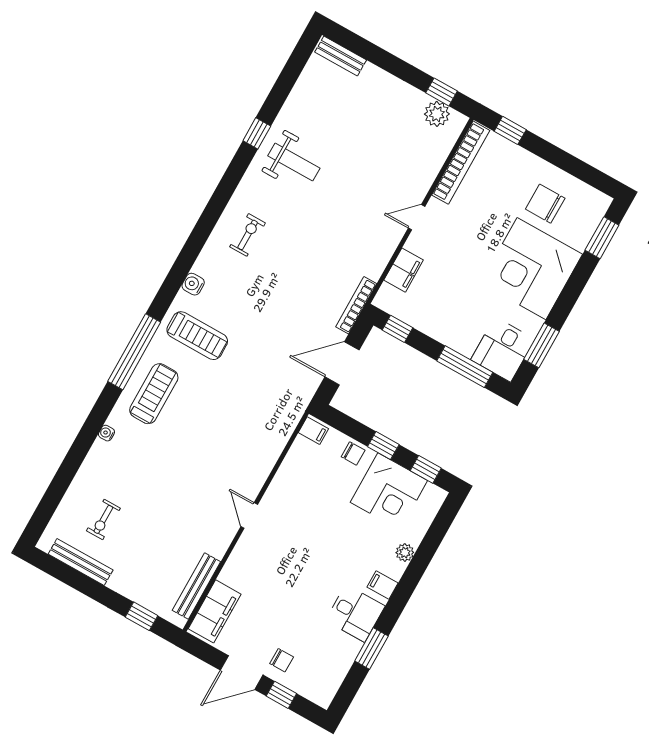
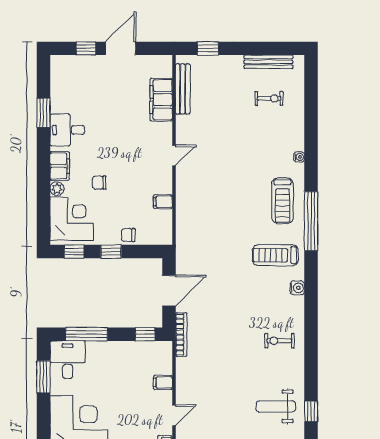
exercise bike: (248, 235) -> (279, 341), turned 90
filing cabinet: (404, 270) -> (163, 383), width x0.50
filing cabinet: (313, 431) -> (163, 202), moved
corner desk: (389, 491) -> (72, 219), moved, turned 90
door: (249, 515) -> (174, 155), hinge flipped
exercise bike: (103, 519) -> (269, 98), turned 90
filing cabinet: (383, 585) -> (60, 166), width x2.00
filing cabinet: (215, 611) -> (161, 100), moved
chair: (282, 660) -> (99, 183), moved

